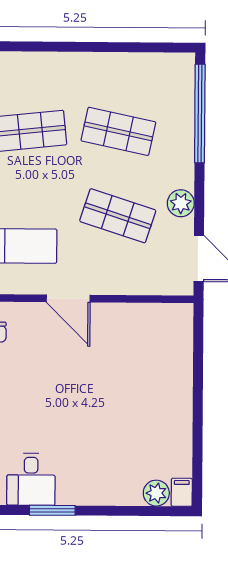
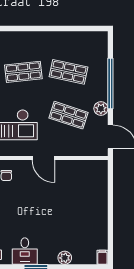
window: (200, 113) -> (110, 84), moved
plant: (156, 493) -> (65, 258), moved

